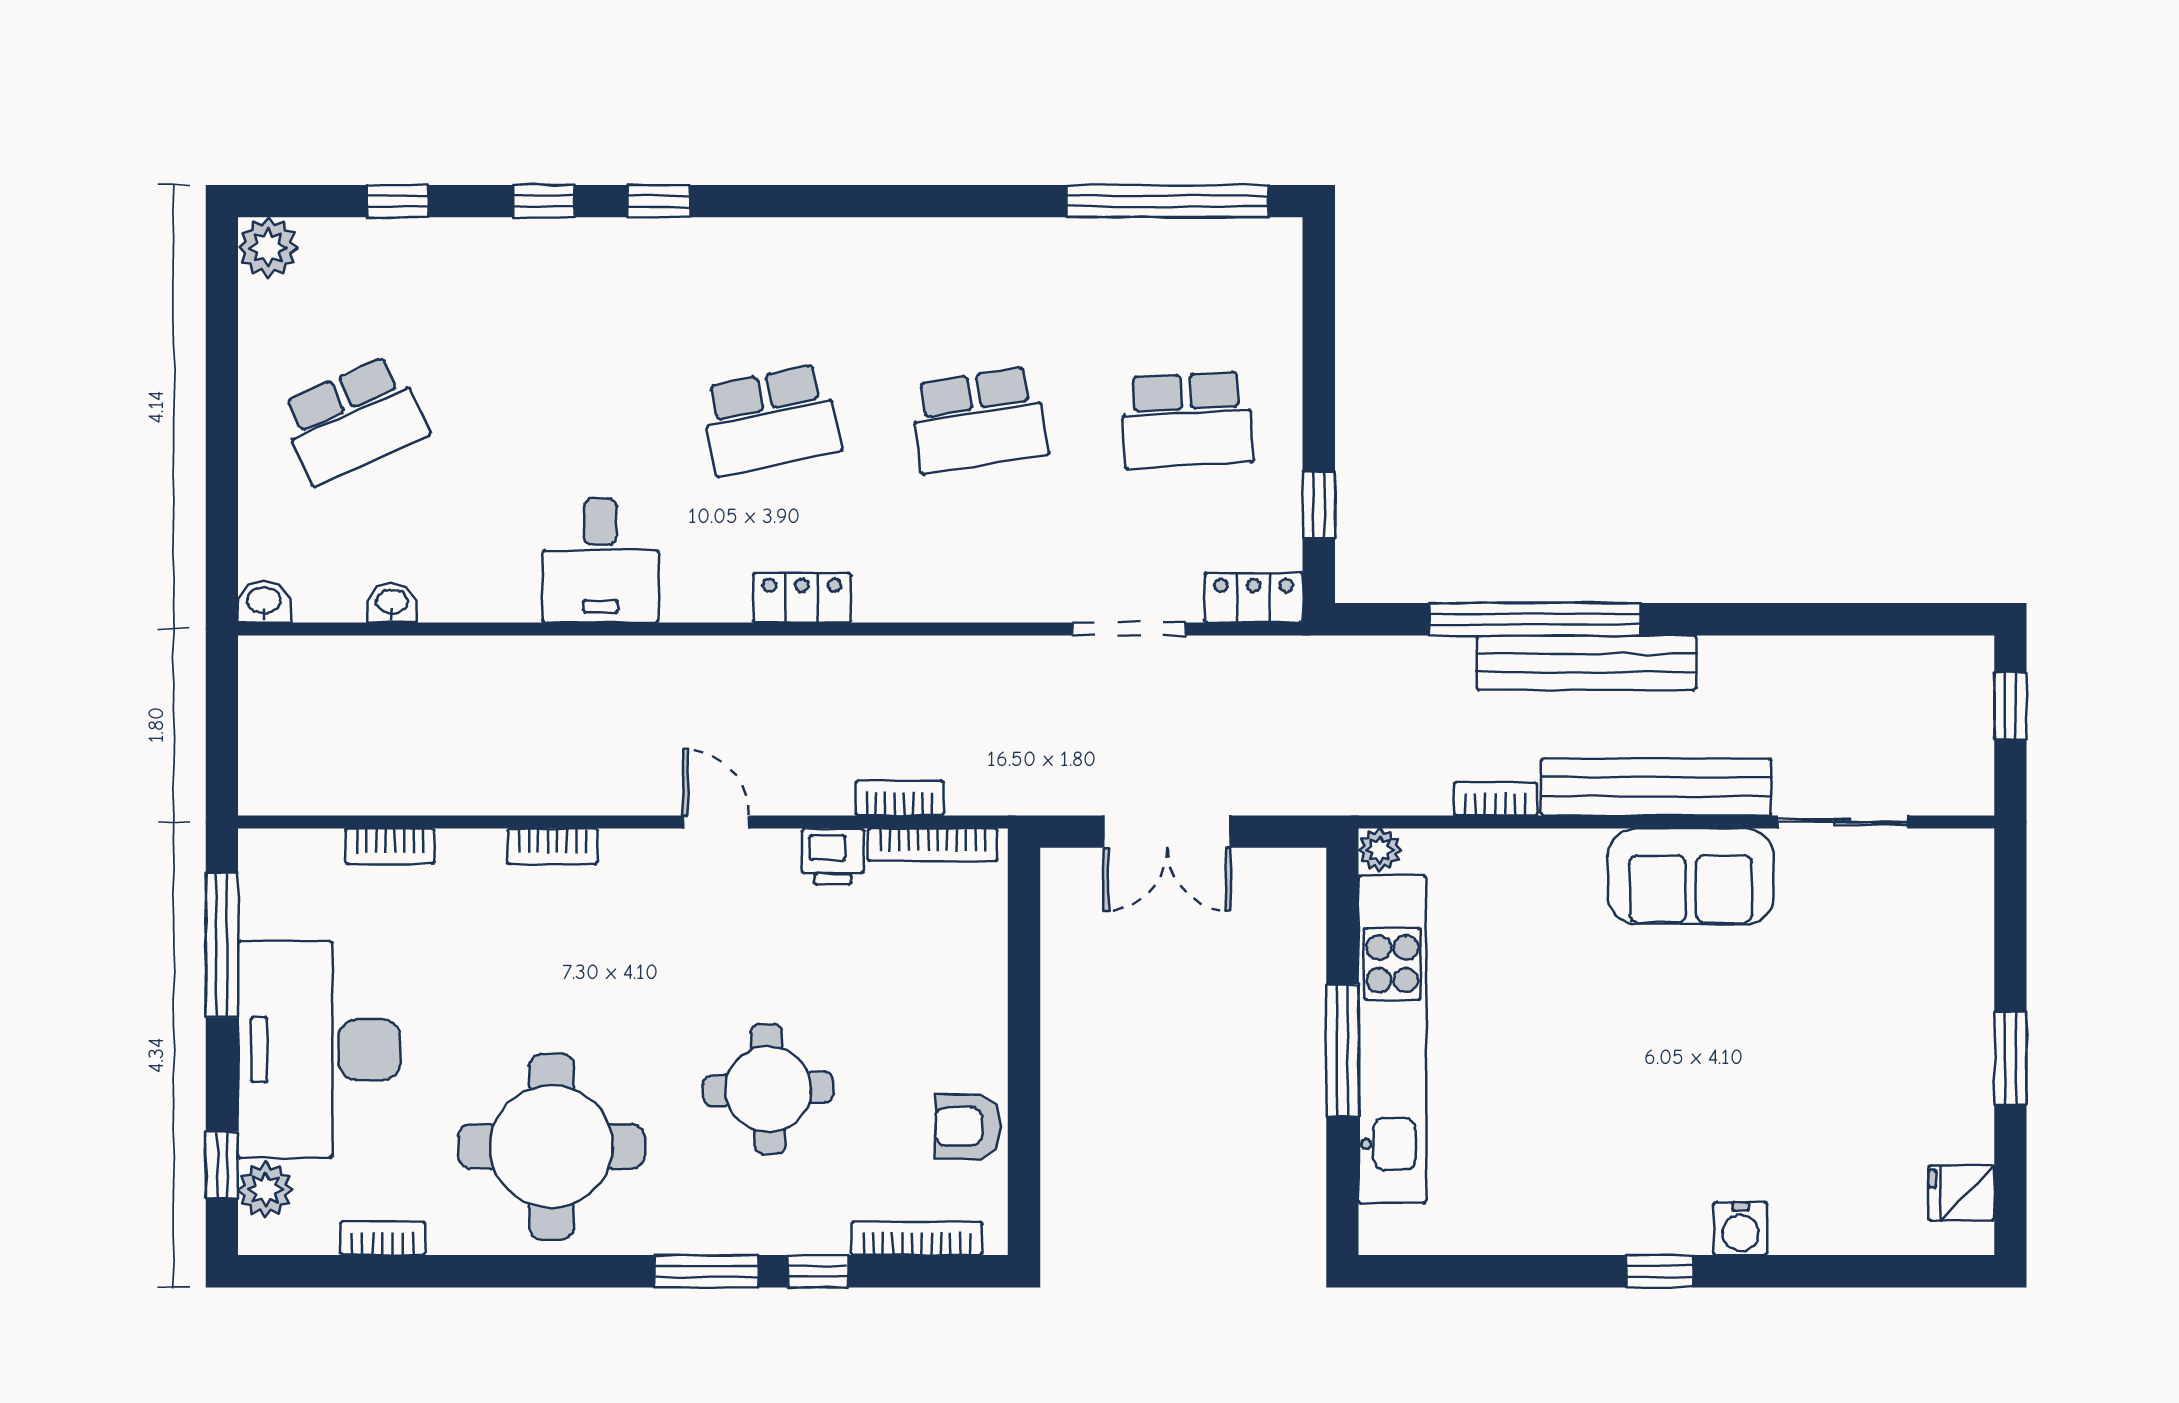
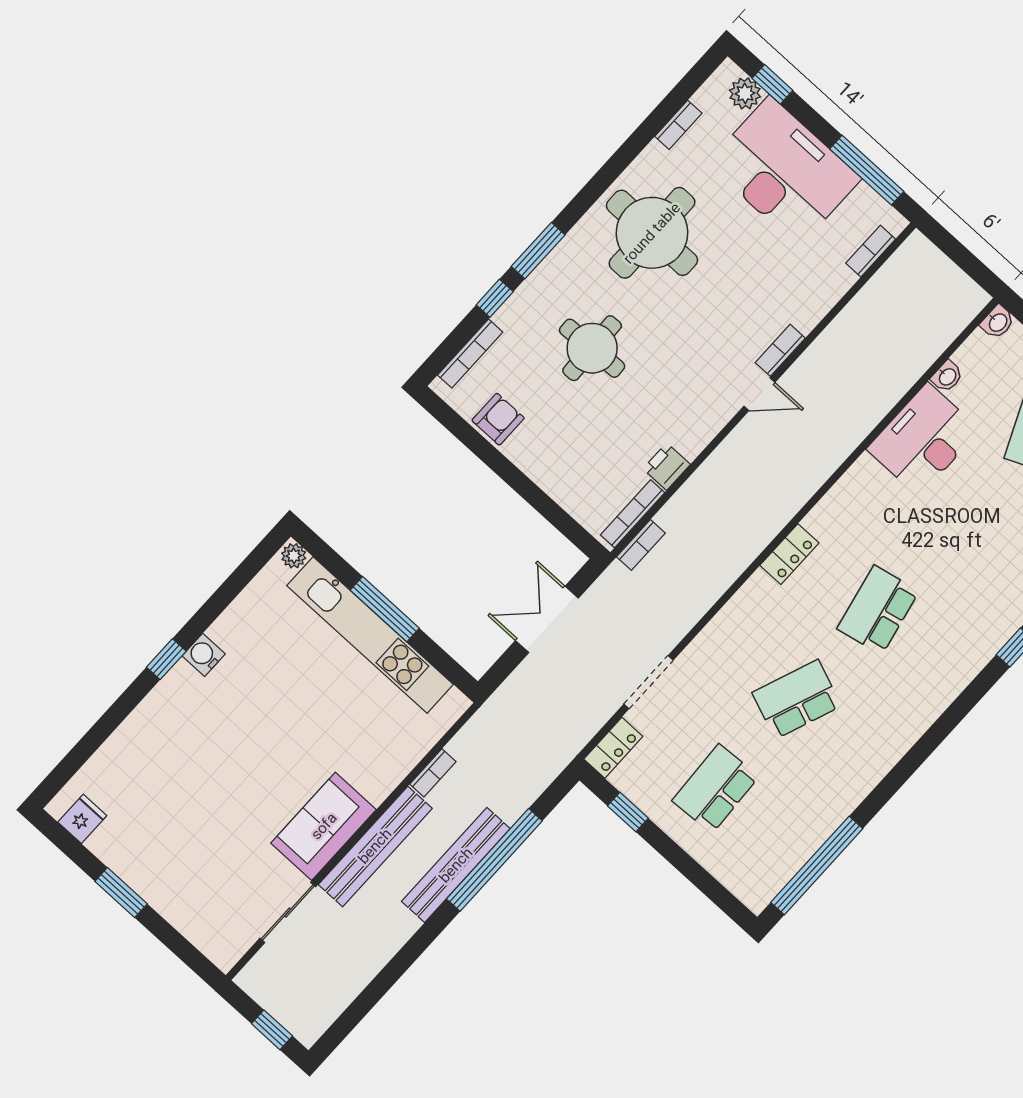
school desk: (979, 420) -> (797, 699), turned 30
desk: (600, 560) -> (923, 439), moved, width x1.37
bookcase: (900, 798) -> (641, 545), moved
door: (716, 822) -> (759, 394), moved
bookcase: (390, 846) -> (871, 251), moved
plant: (1380, 850) -> (294, 556), moved
water cooler: (1740, 1229) -> (204, 655), moved

